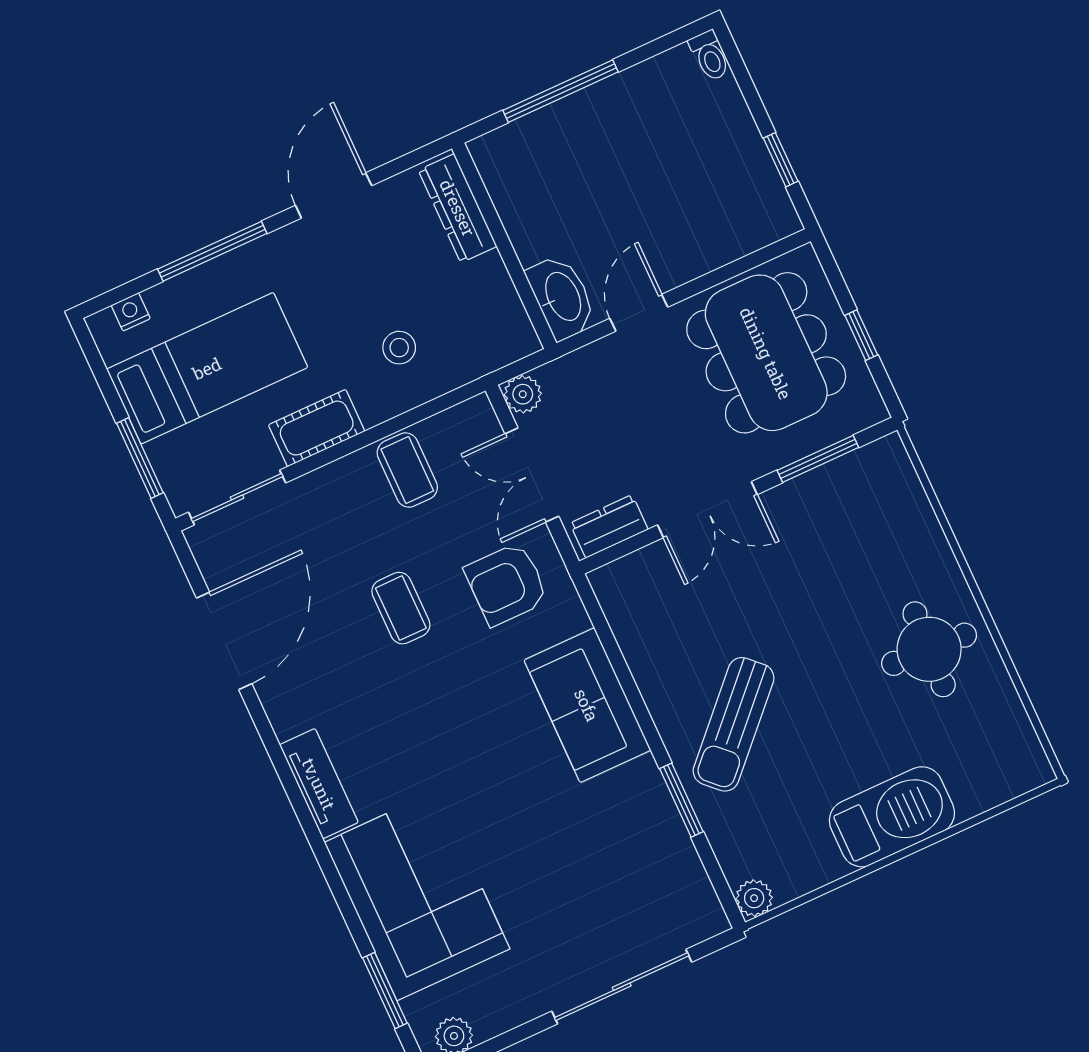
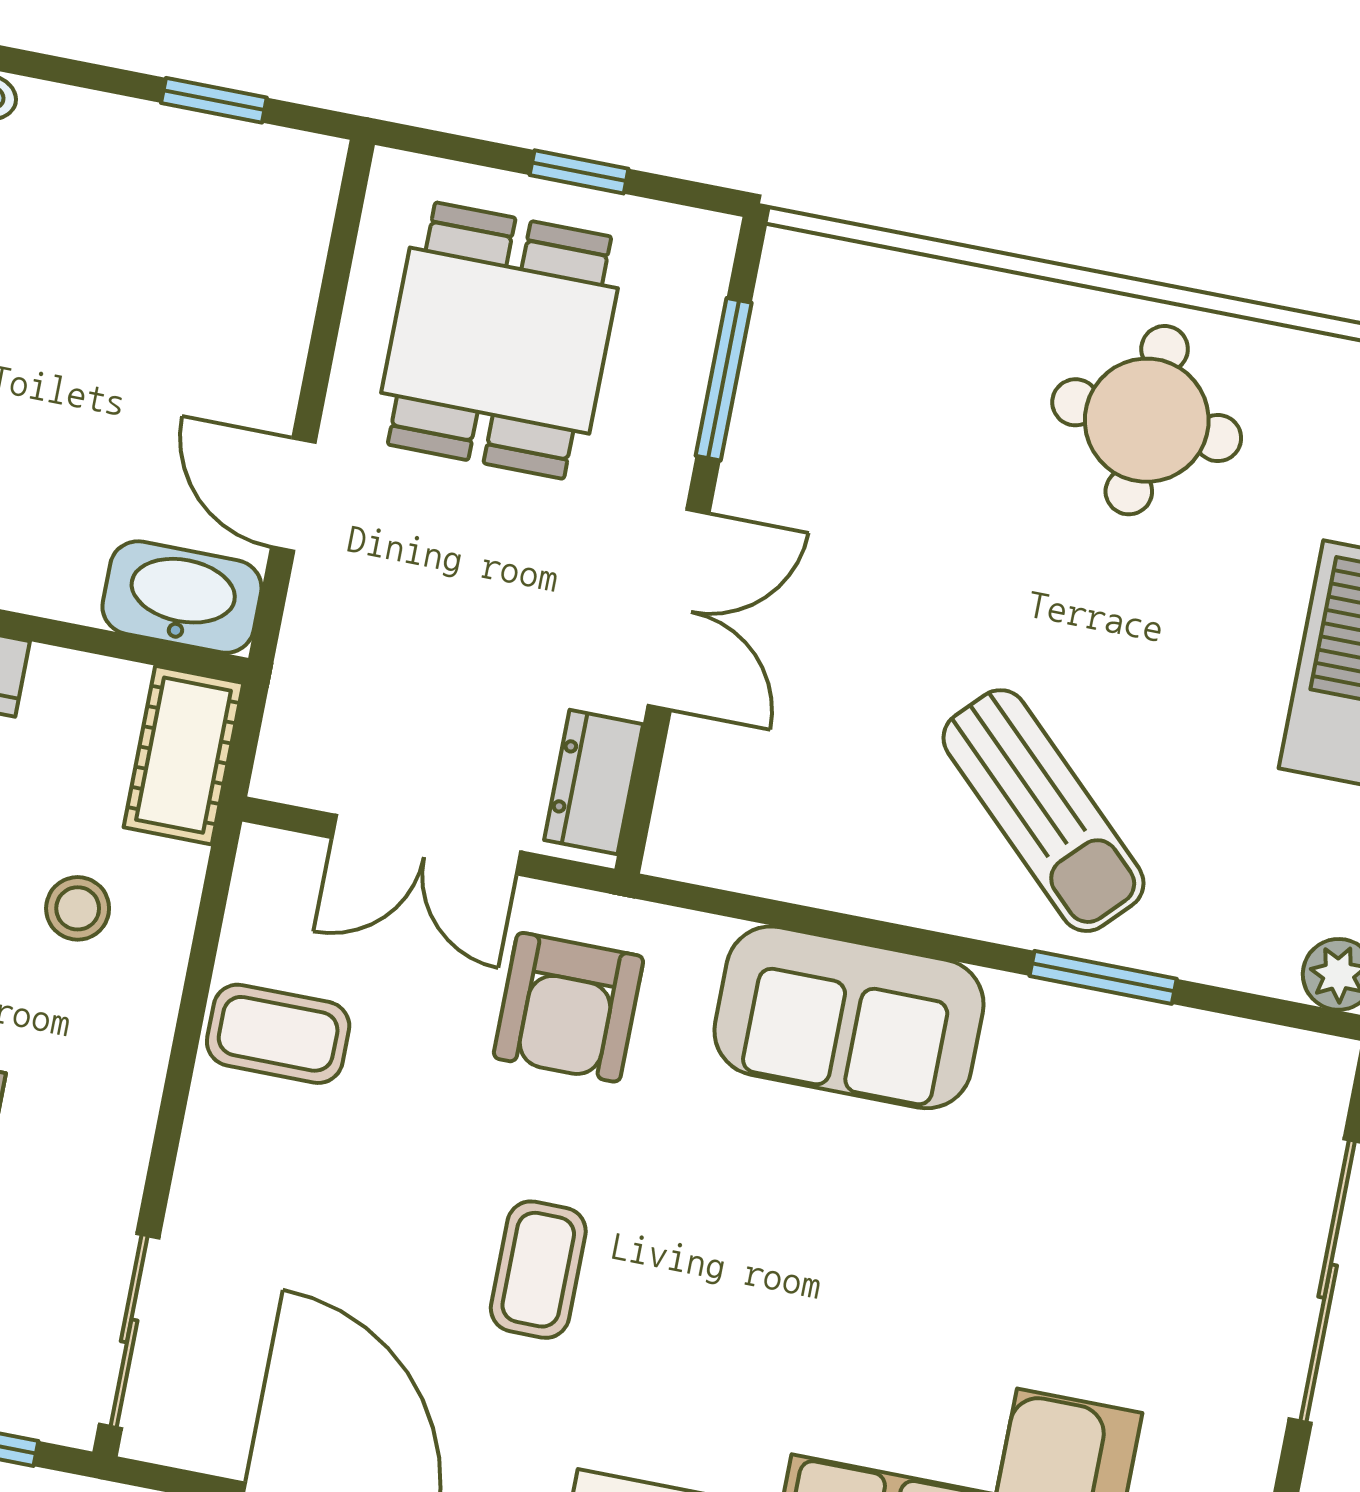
dining table: (766, 353) -> (500, 341), width x0.73
plant: (523, 394) -> (290, 768), removed
cot: (317, 428) -> (183, 755), moved
coffee table: (401, 608) -> (538, 1270), moved, turned 90

